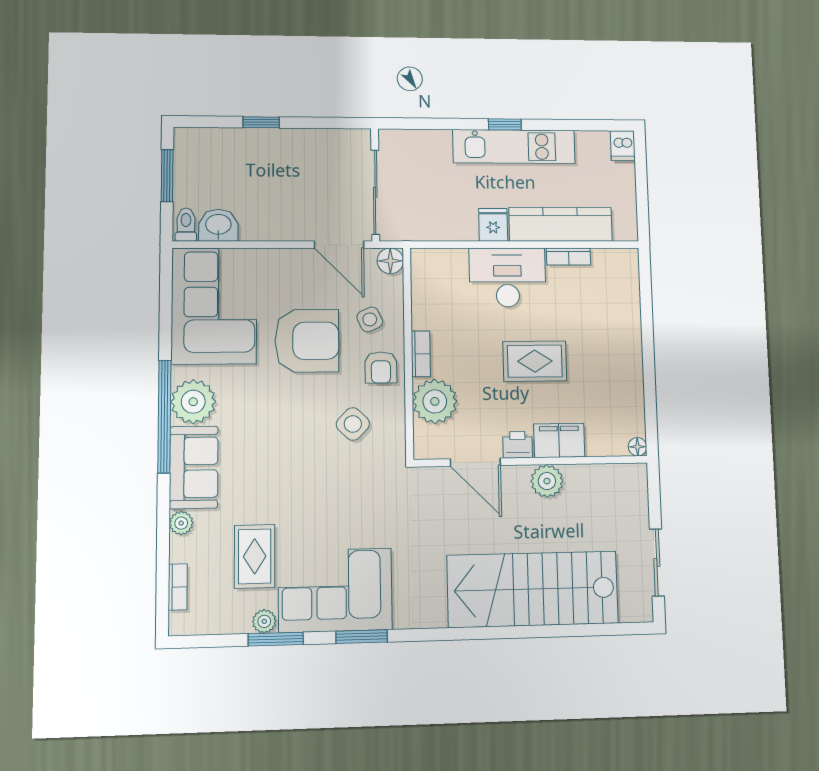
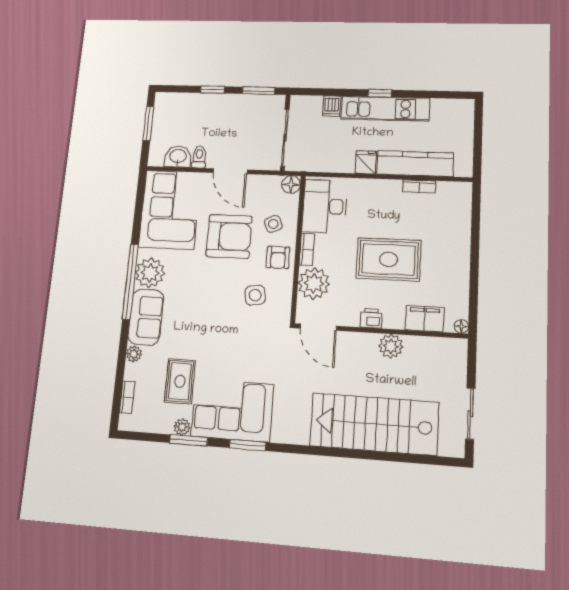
window: (331, 123) -> (259, 91), added
dishwasher: (623, 146) -> (332, 106), moved
toilet: (186, 225) -> (199, 157), moved
door: (339, 245) -> (230, 171), moved
desk: (507, 277) -> (325, 206), moved, turned -90
rug: (535, 361) -> (389, 259), width x1.36, depth x1.43
side table: (353, 424) -> (255, 295), turned 37
filing cabinet: (559, 440) -> (425, 319), moved
door: (475, 462) -> (318, 327), moved

